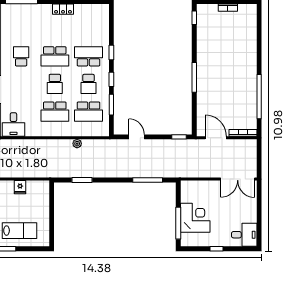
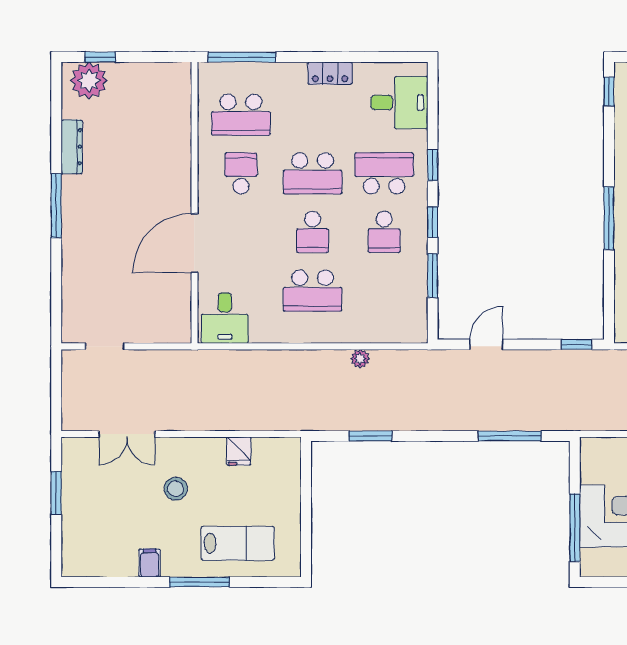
desk: (96, 23) -> (399, 103), added
school desk: (88, 112) -> (241, 115), moved
door: (137, 137) -> (486, 344), hinge flipped

